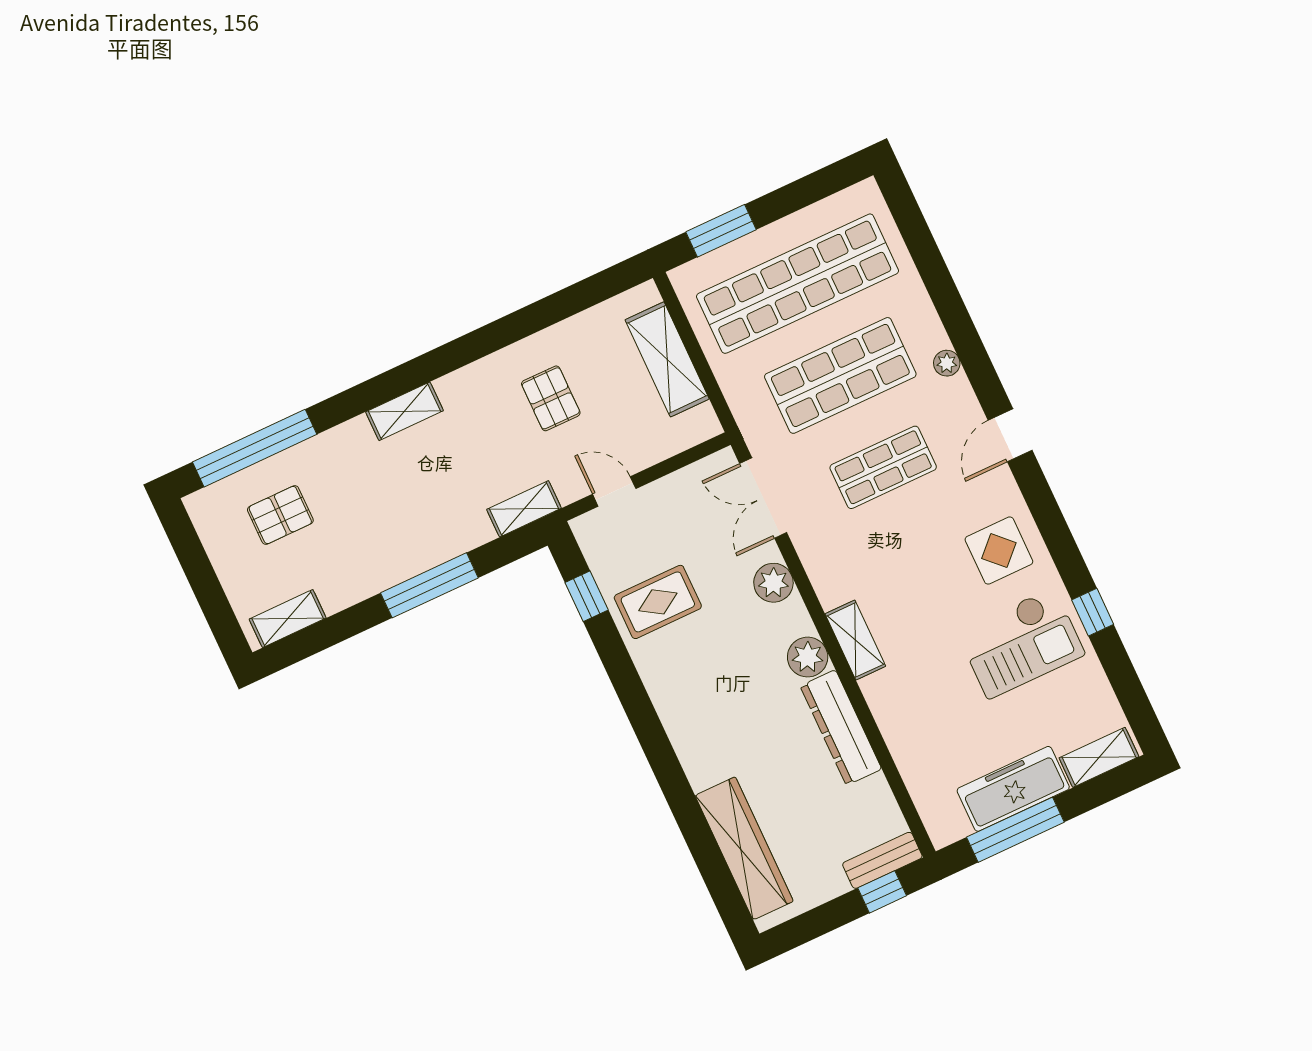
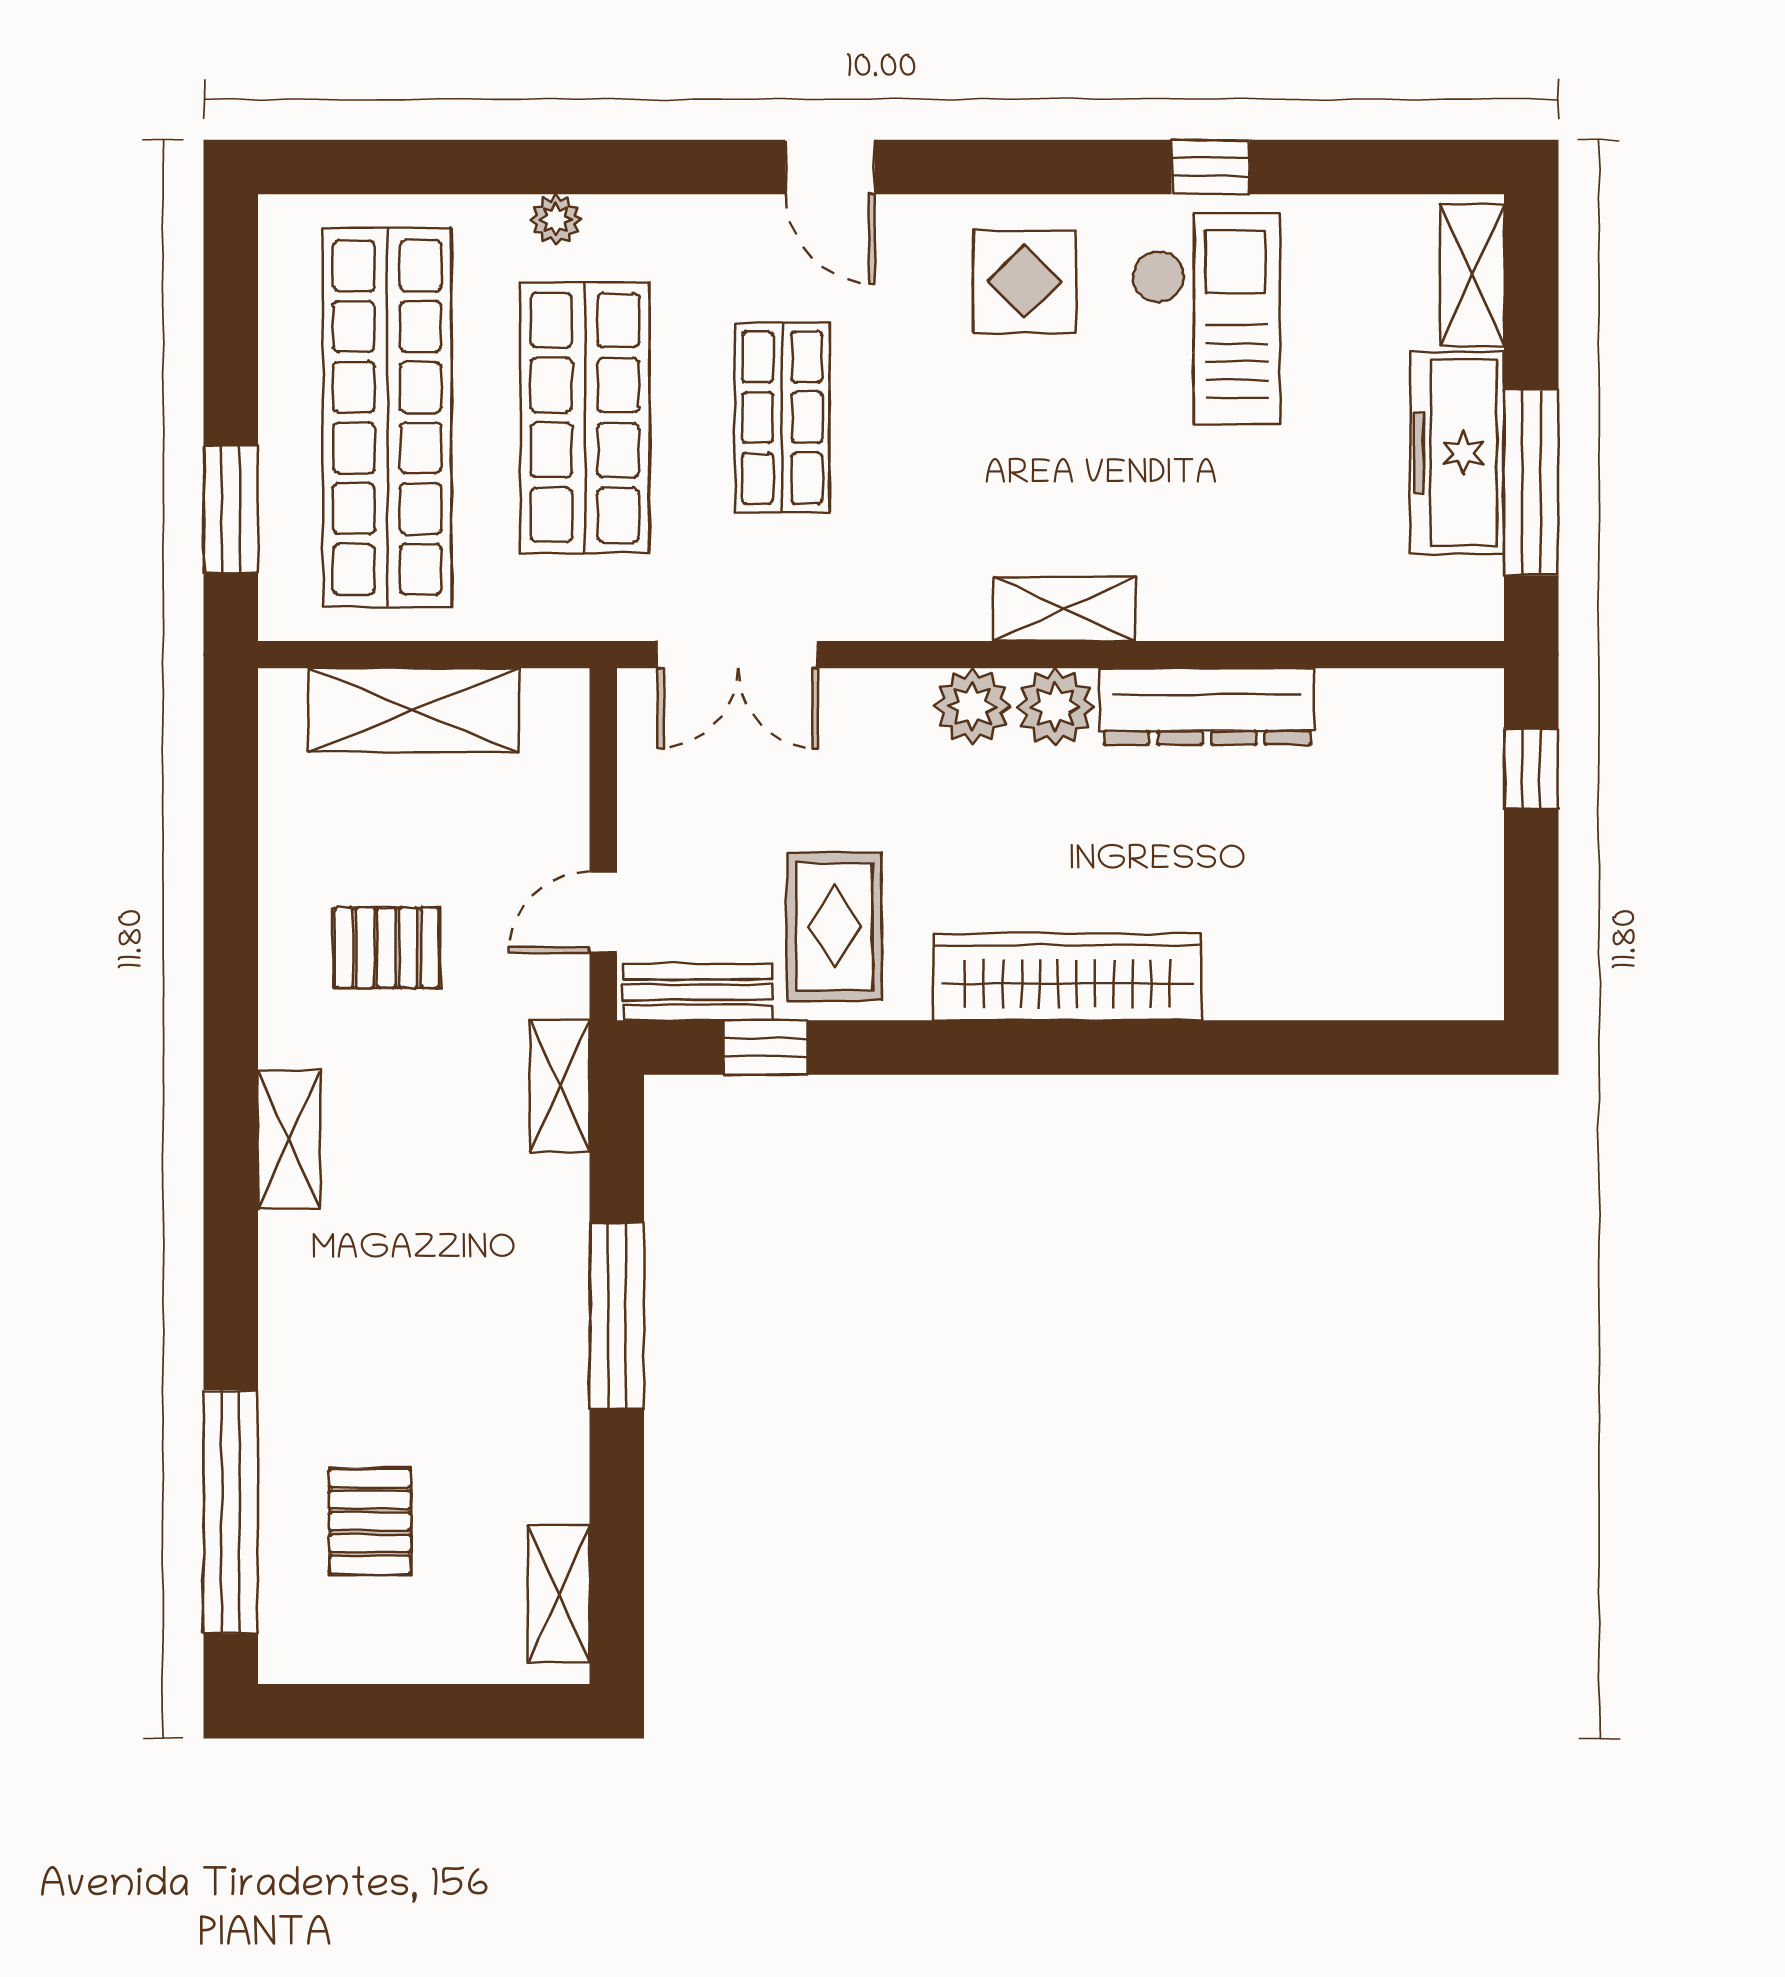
plant: (947, 363) -> (556, 219), moved
shelving: (404, 411) -> (289, 1140), moved
plant: (773, 583) -> (972, 706), moved
wardrobe: (744, 848) -> (1068, 977), moved
bench: (882, 860) -> (698, 992), moved, turned 90

